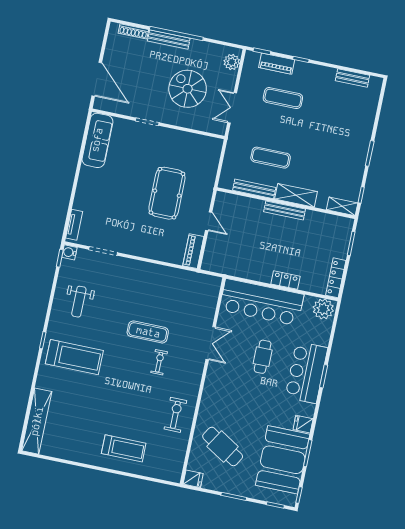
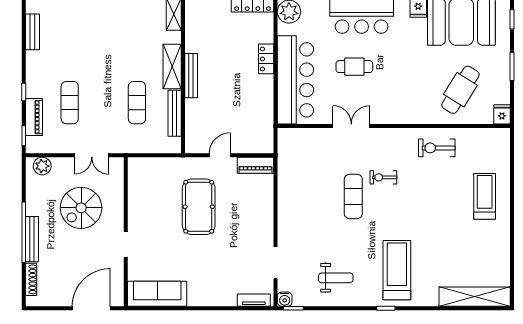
pool table: (167, 193) -> (199, 207), turned 90

